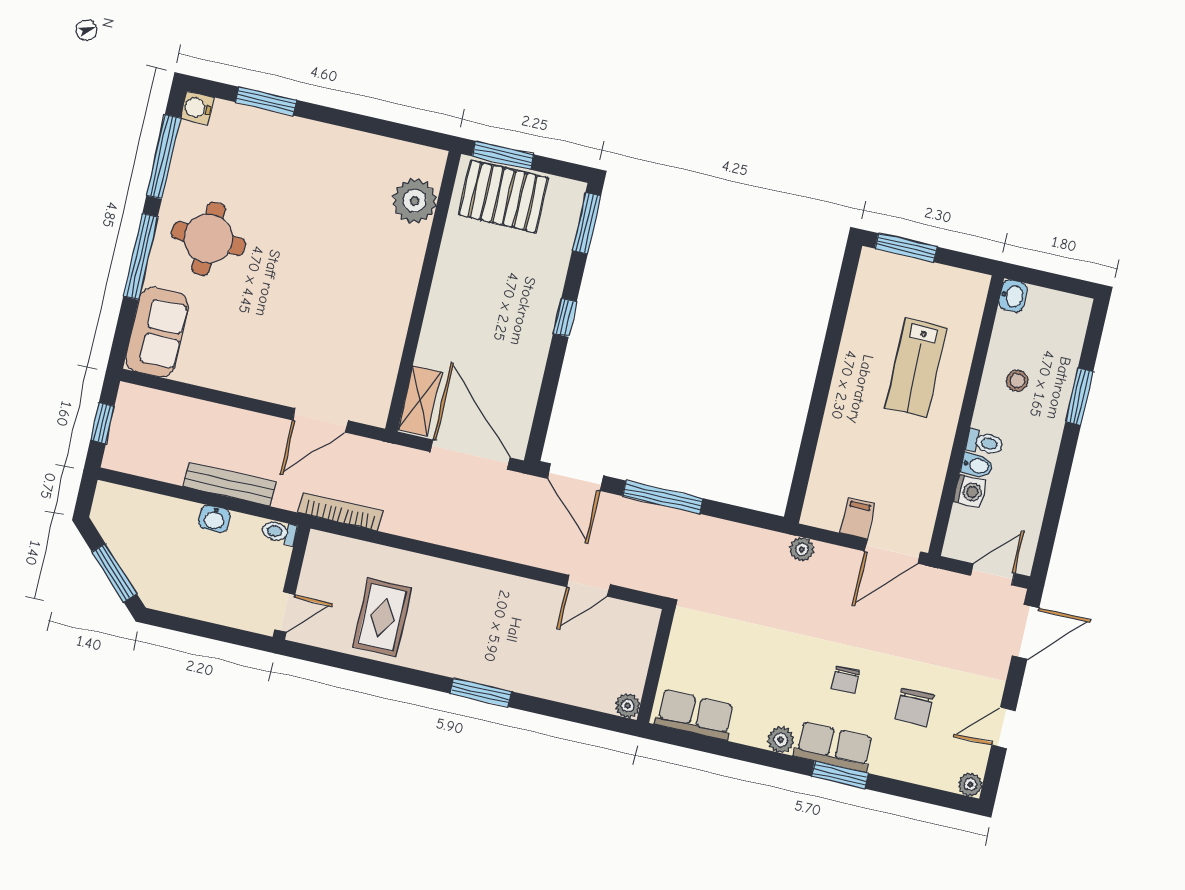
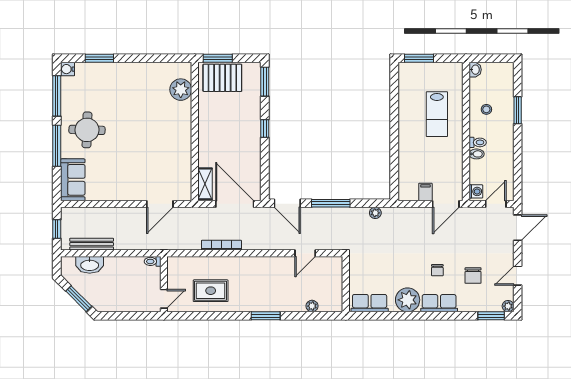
bench: (229, 484) -> (92, 244), moved
washing machine: (970, 491) -> (476, 191), moved
bookcase: (341, 512) -> (221, 245), moved
washbasin: (214, 519) -> (90, 265), moved, width x1.91, depth x1.45
plant: (802, 549) -> (375, 213), moved
rug: (382, 617) -> (211, 291), turned 90
plant: (628, 706) -> (312, 306), moved
plant: (781, 740) -> (408, 300), width x1.88, depth x1.88
window: (840, 775) -> (491, 316), moved

